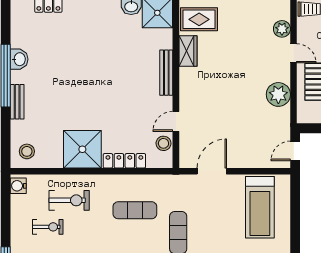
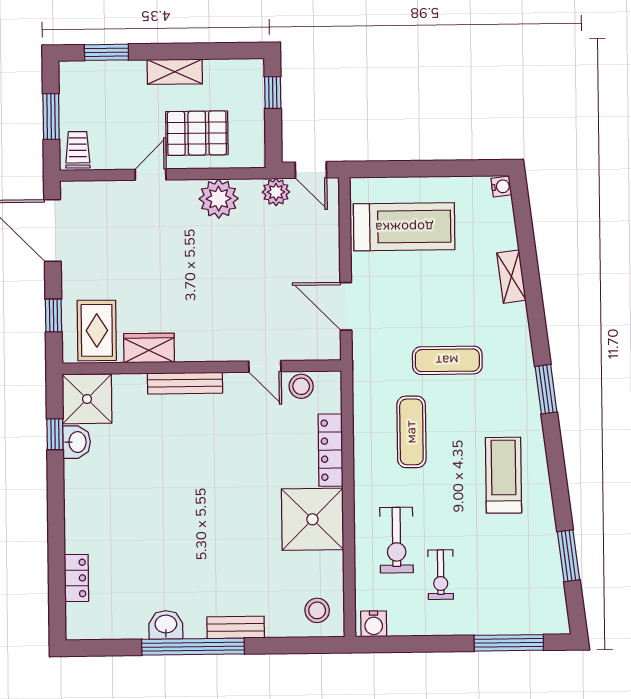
plant: (282, 29) -> (276, 192), moved
exercise bike: (69, 200) -> (396, 540), turned 180
exercise bike: (48, 227) -> (441, 575), turned 180

